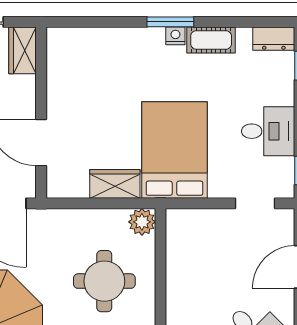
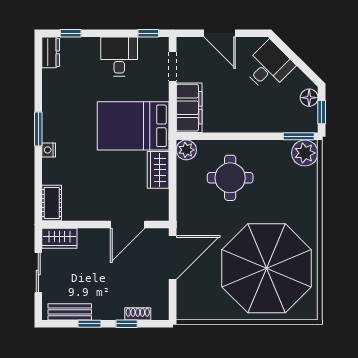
nightstand: (175, 36) -> (49, 150), moved
cot: (211, 40) -> (52, 203), moved
filing cabinet: (199, 226) -> (189, 108), added

